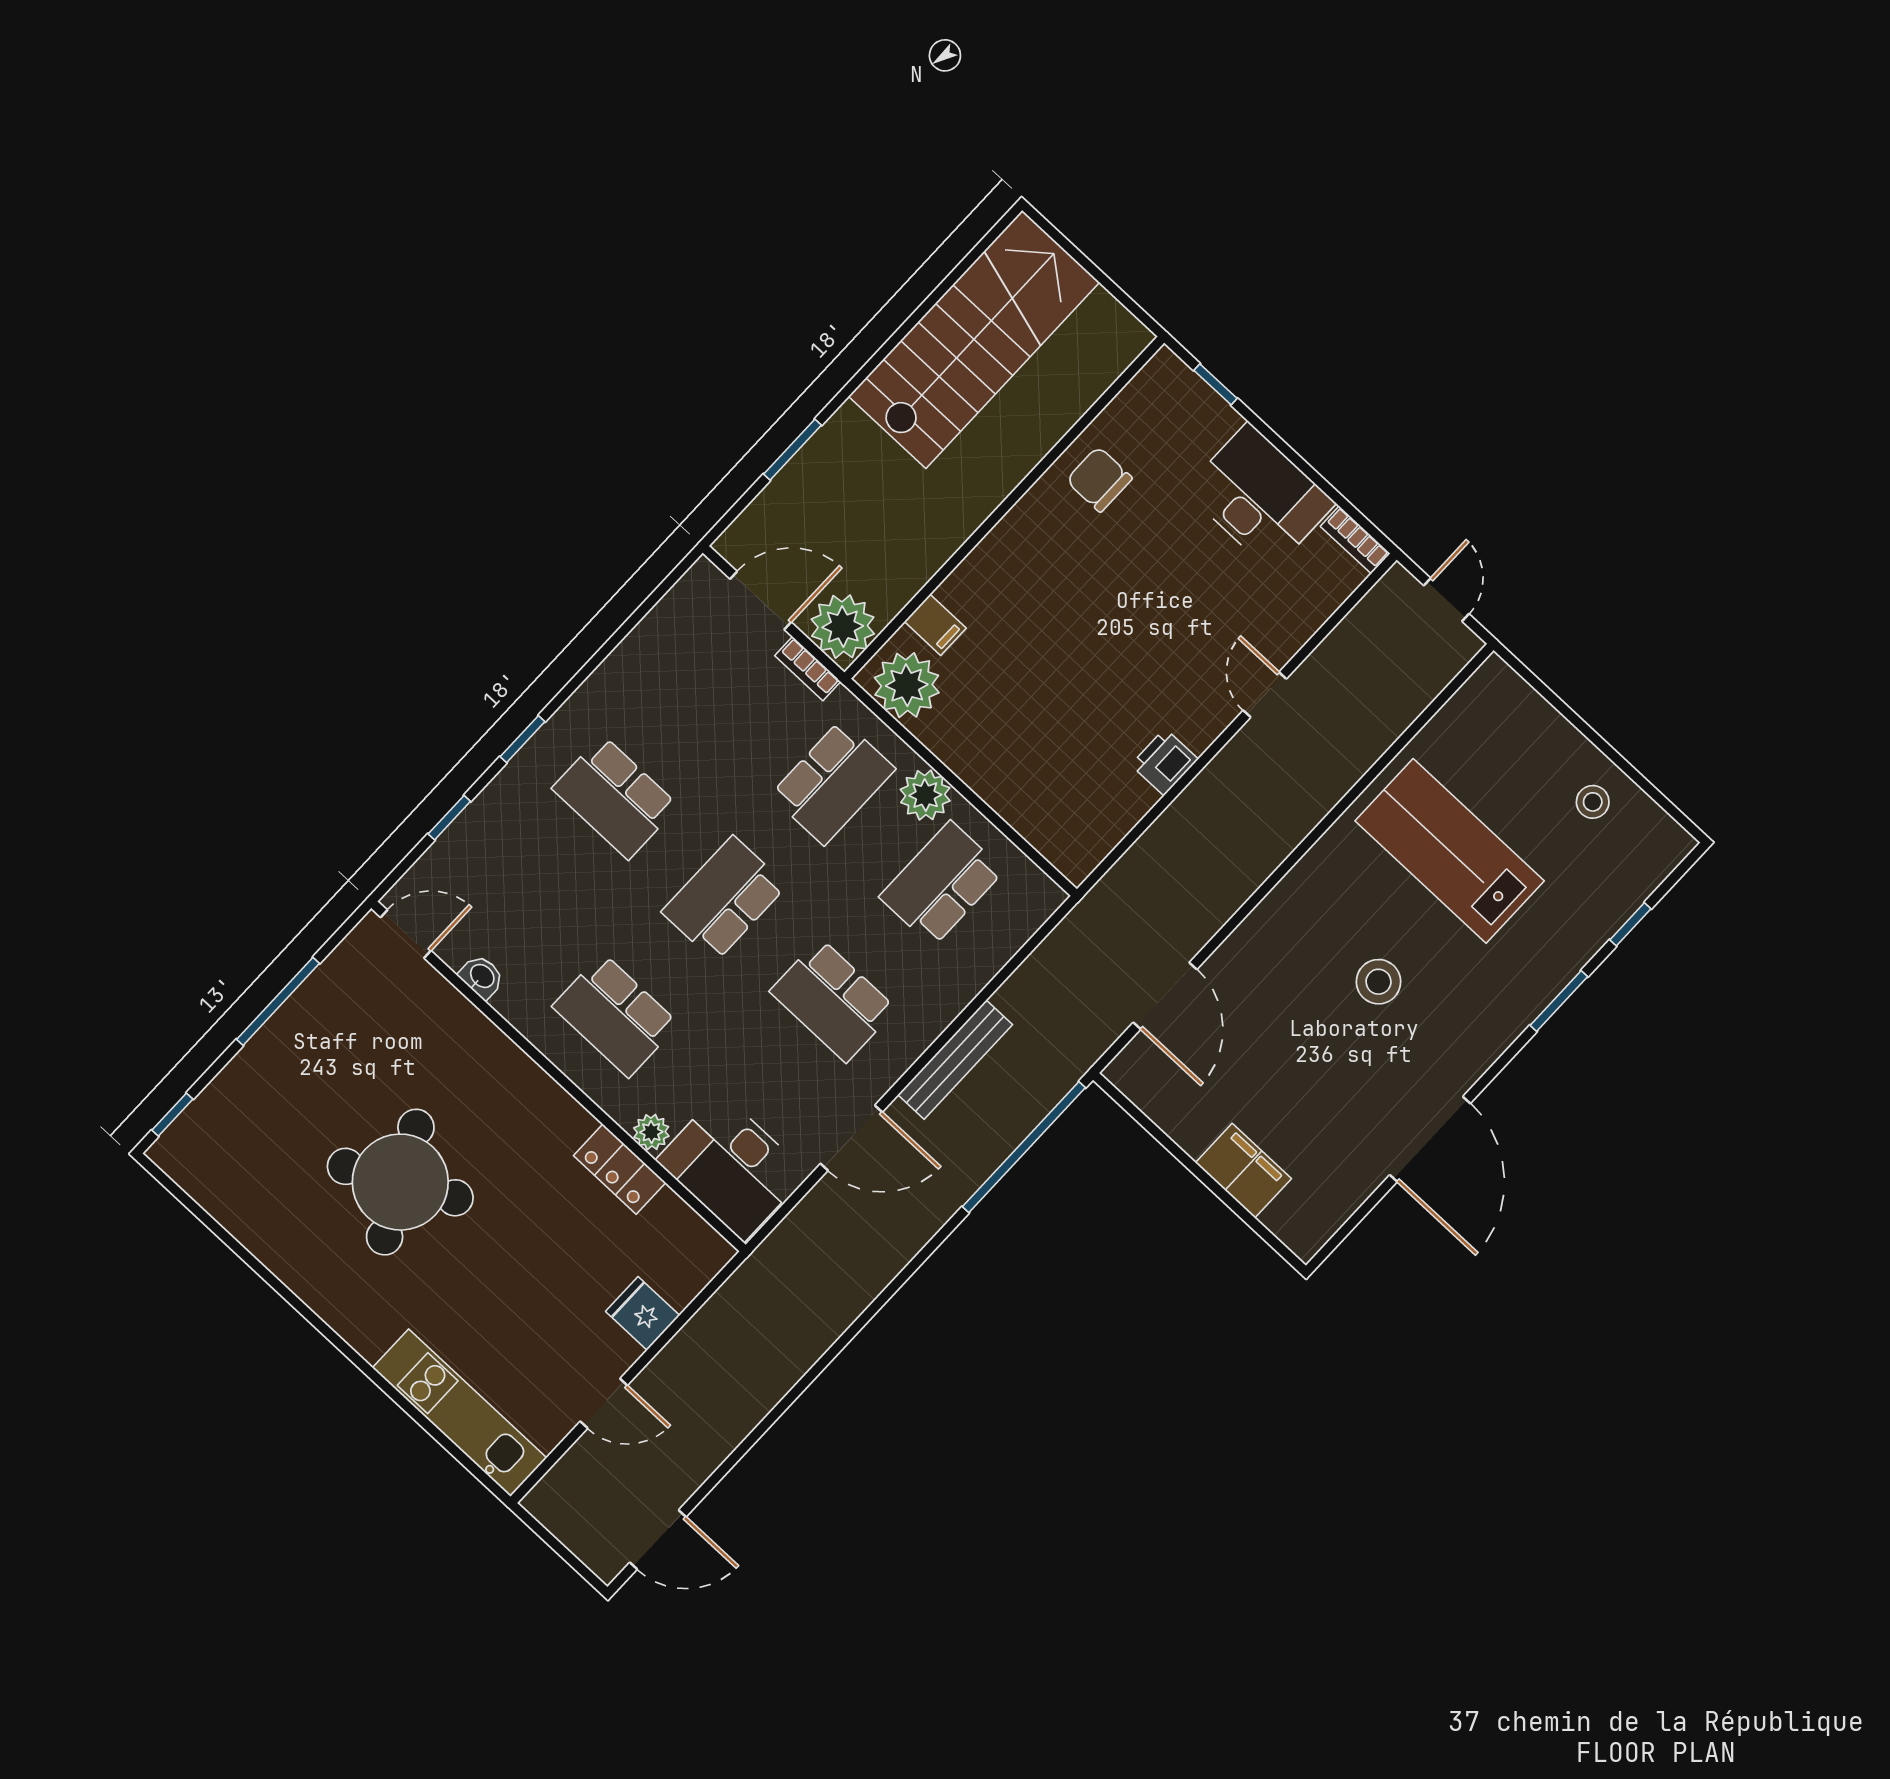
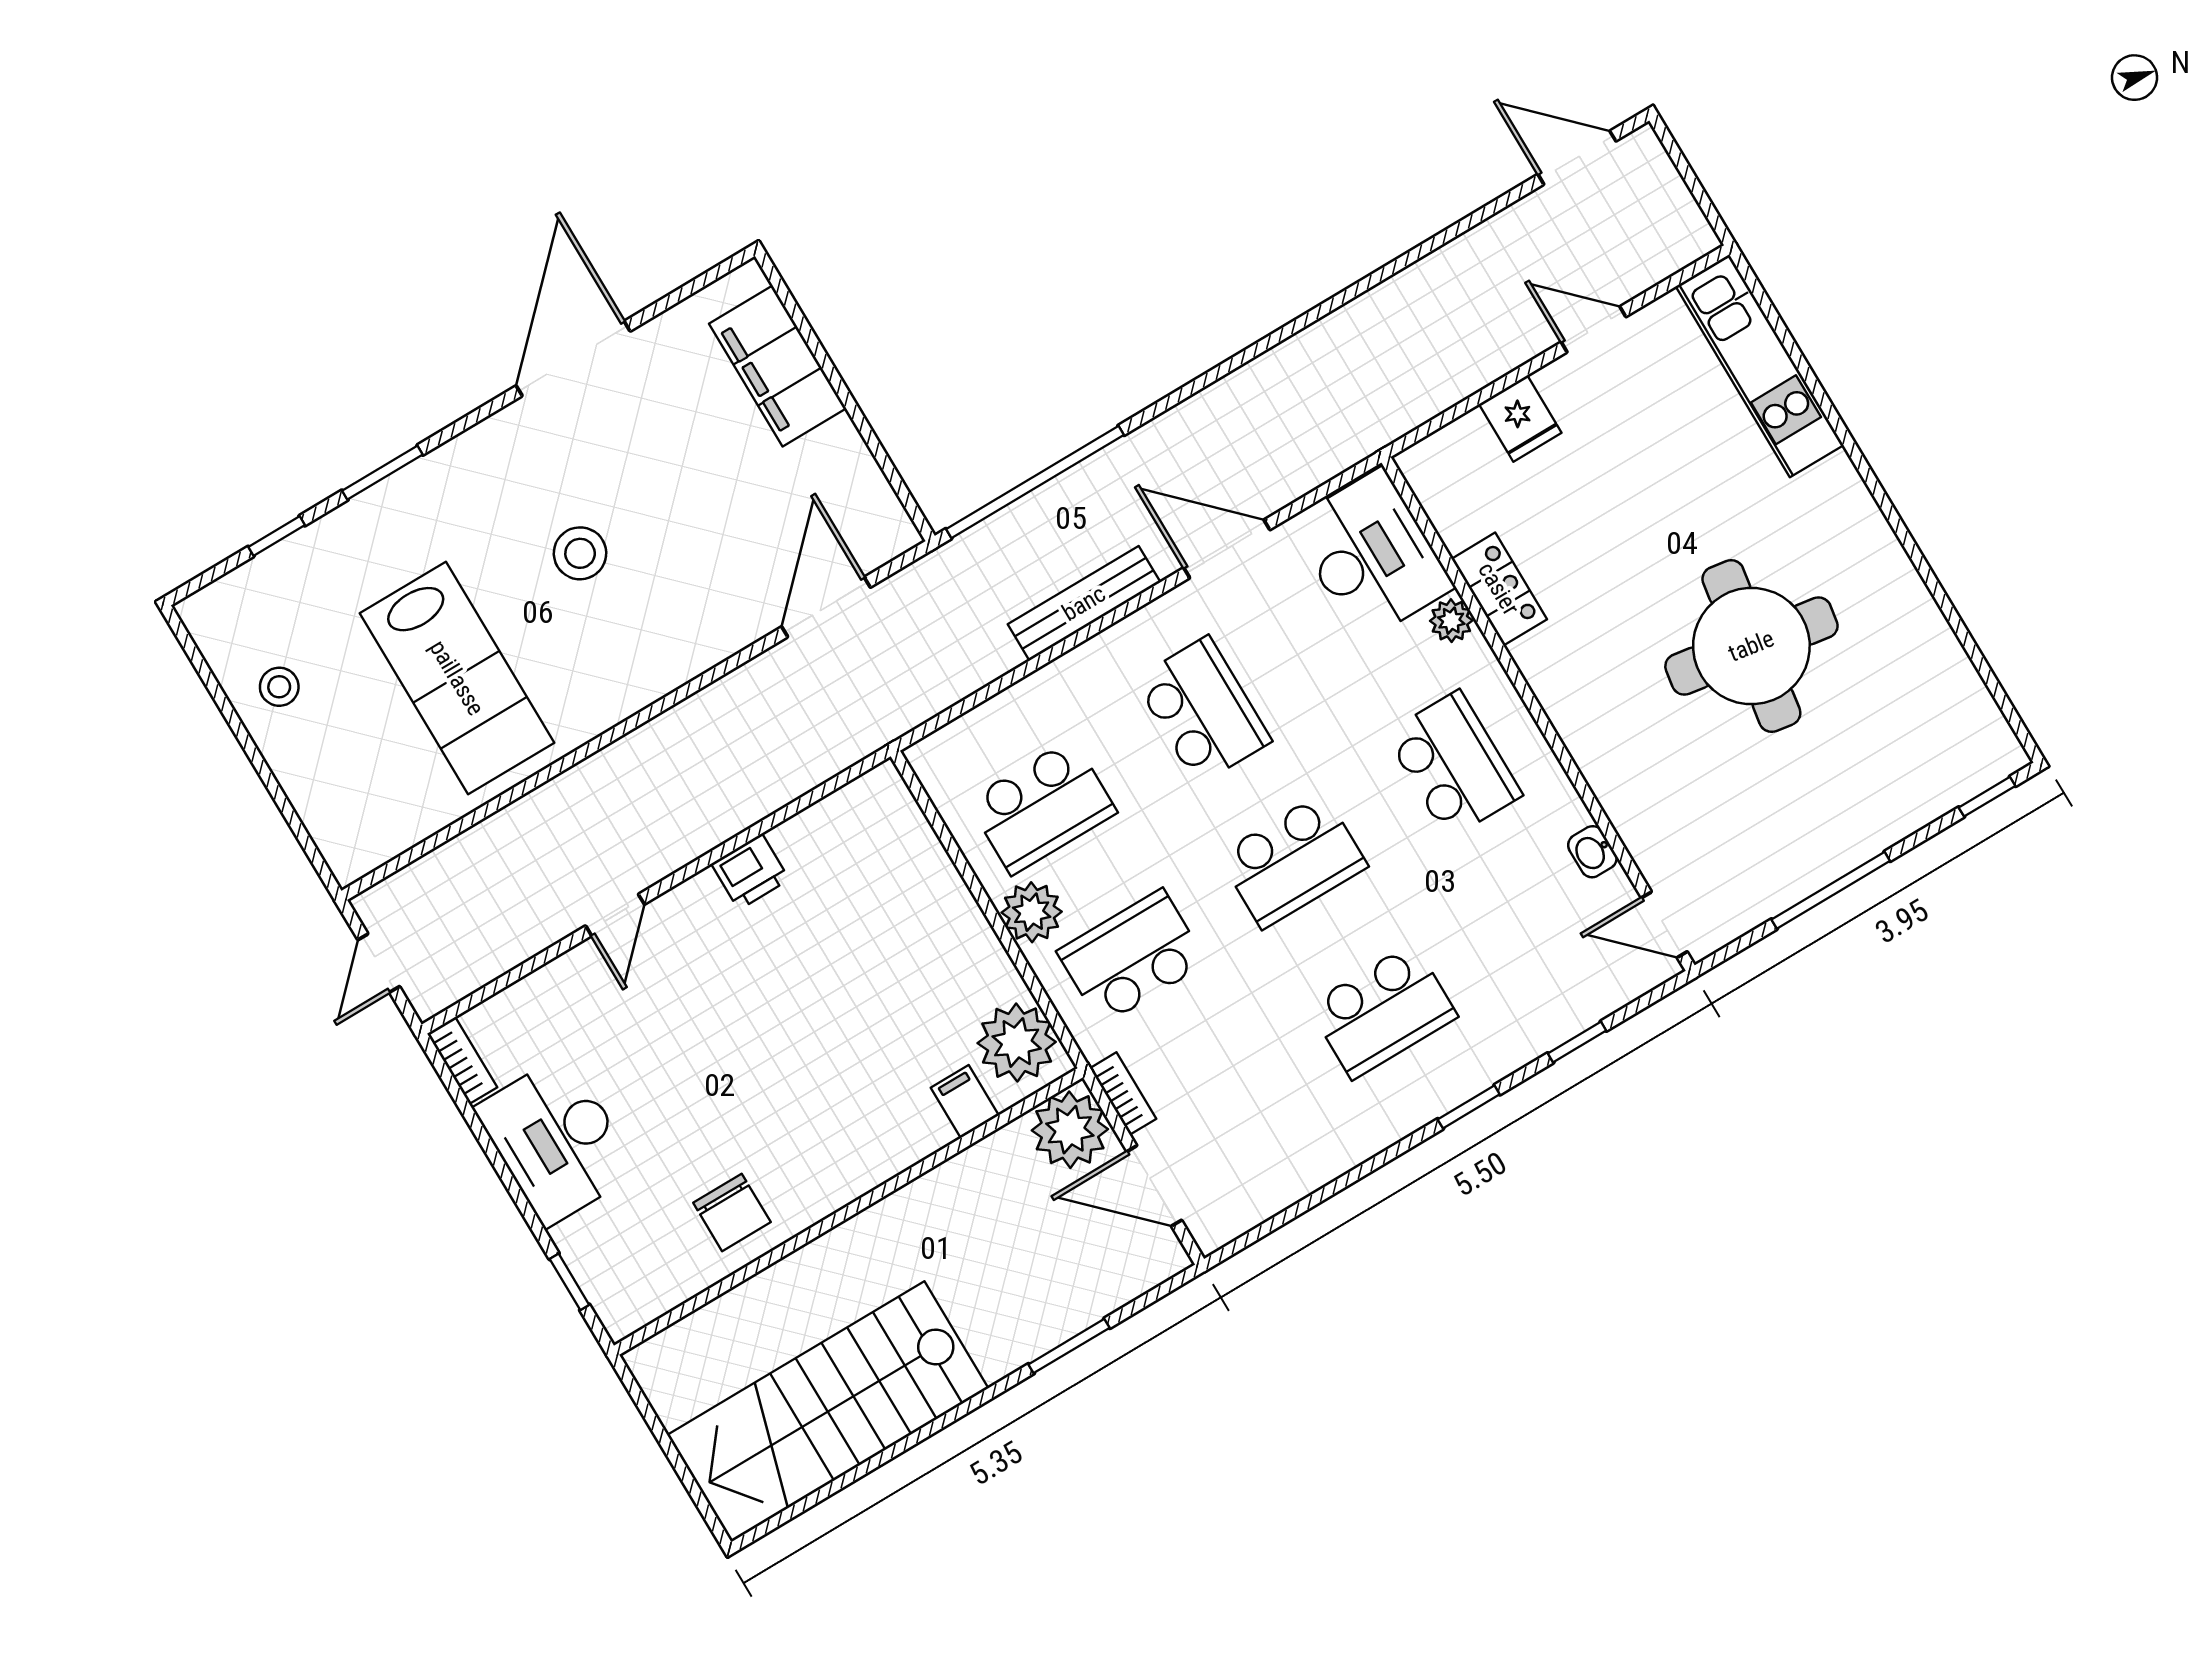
school desk: (615, 797) -> (1383, 1011), turned 90
filing cabinet: (1243, 1171) -> (778, 366), width x1.50, depth x1.17
round table: (400, 1182) -> (1751, 646), turned 36

